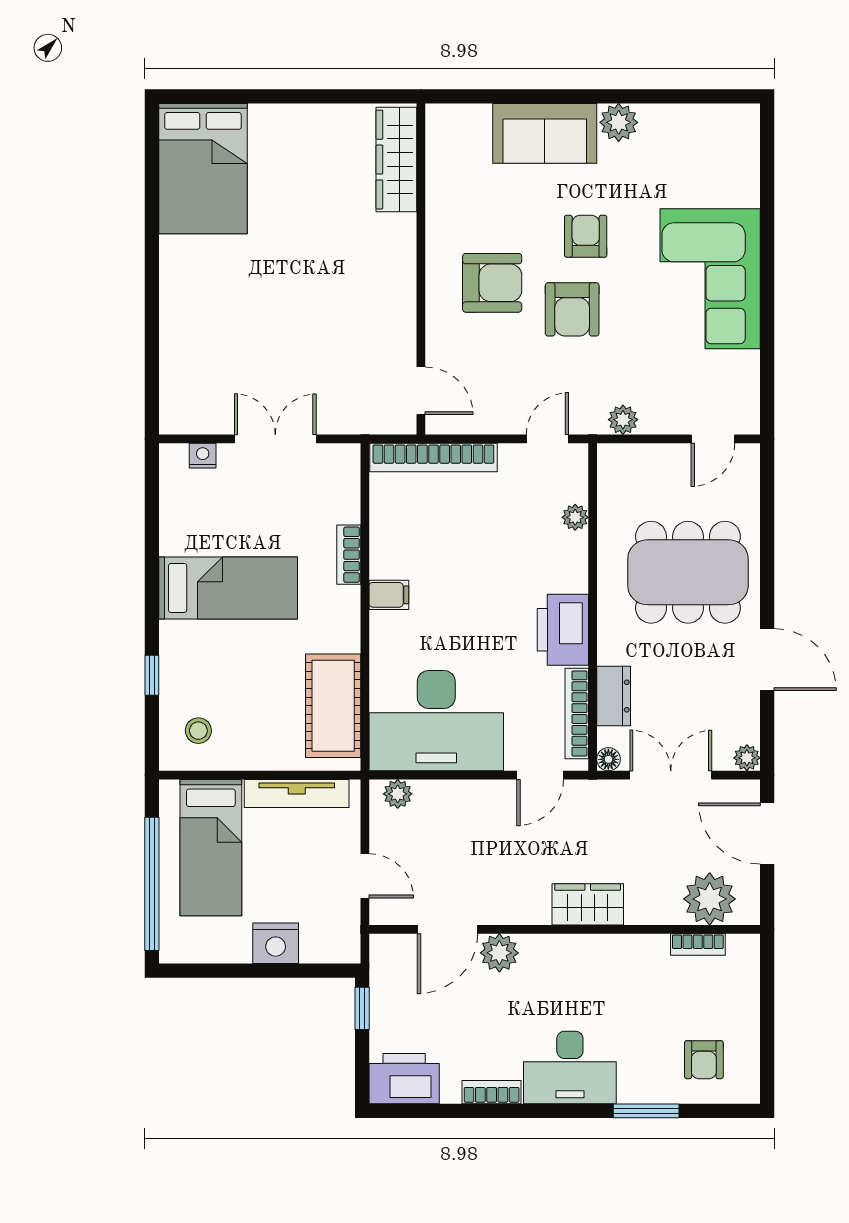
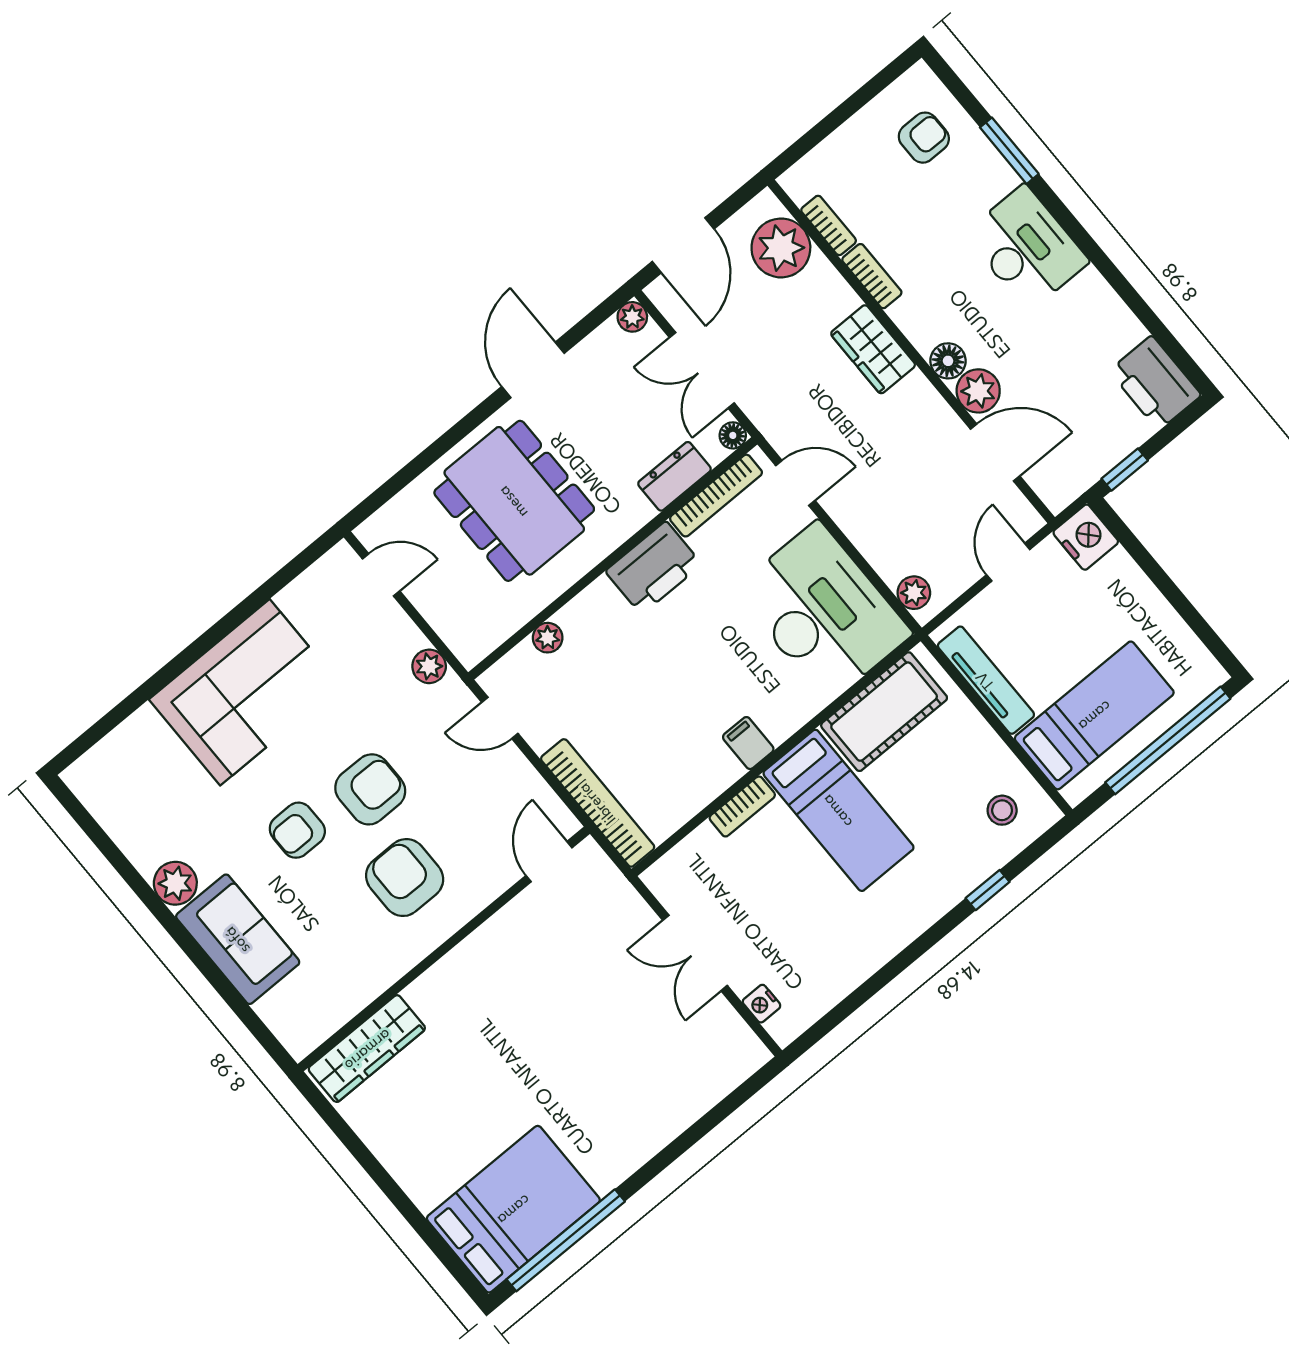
window: (152, 187) -> (566, 1240), added
bed: (228, 588) -> (838, 810), moved, turned 180
nightstand: (276, 943) -> (1086, 537), moved
floor lamp: (537, 949) -> (948, 361), added
bookcase: (492, 1092) -> (872, 276), moved, turned 180

